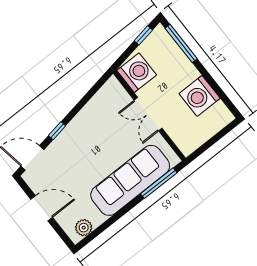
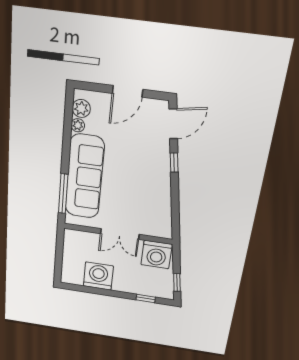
window: (181, 43) -> (146, 298), width x0.46
double door: (148, 114) -> (120, 234), swing flipped
plant: (98, 219) -> (78, 125), added

